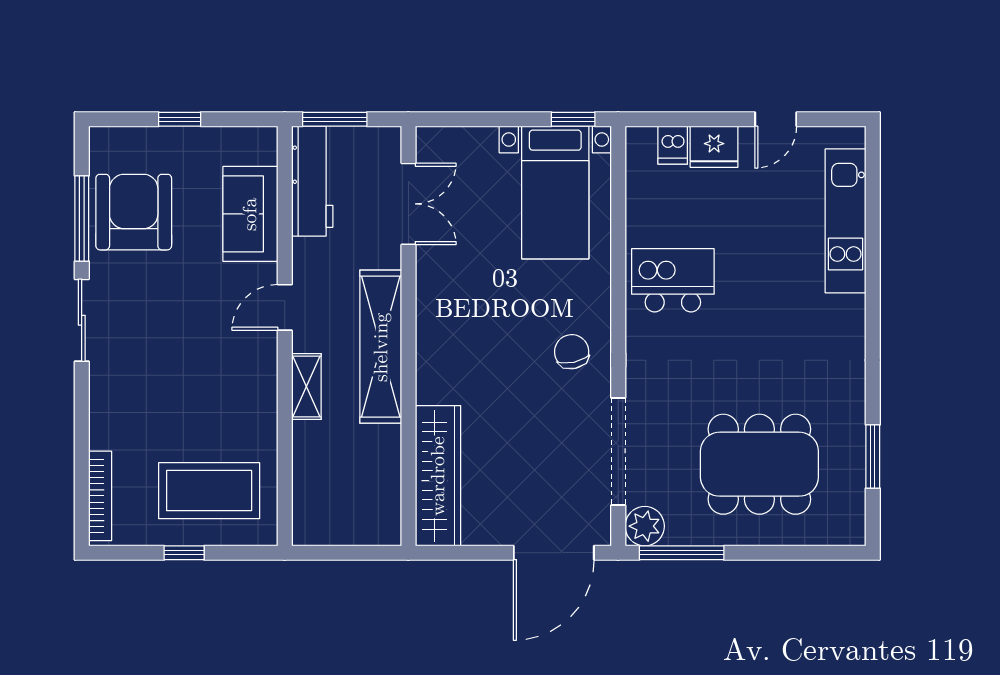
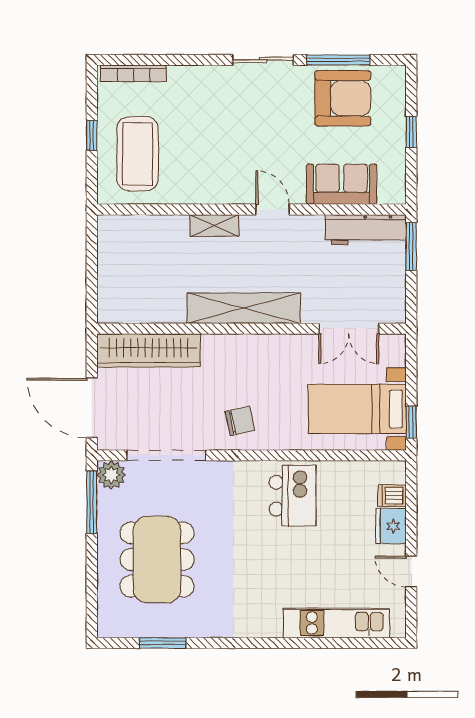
double door: (408, 204) -> (349, 329), moved
wall: (408, 336) -> (251, 329), moved
shelving: (381, 347) -> (244, 308), moved
wardrobe: (438, 476) -> (149, 350), moved

